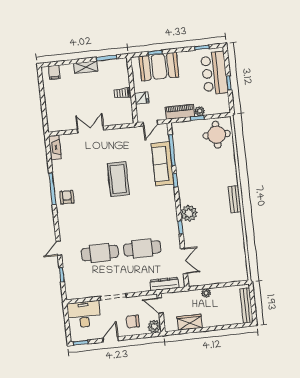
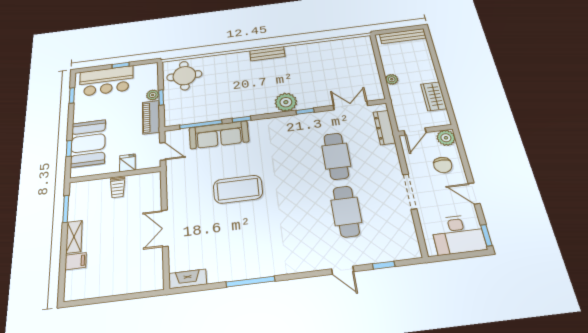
filing cabinet: (54, 72) -> (76, 261), moved
armchair: (67, 197) -> (264, 260), removed
desk: (84, 314) -> (458, 235), moved, turned -90

